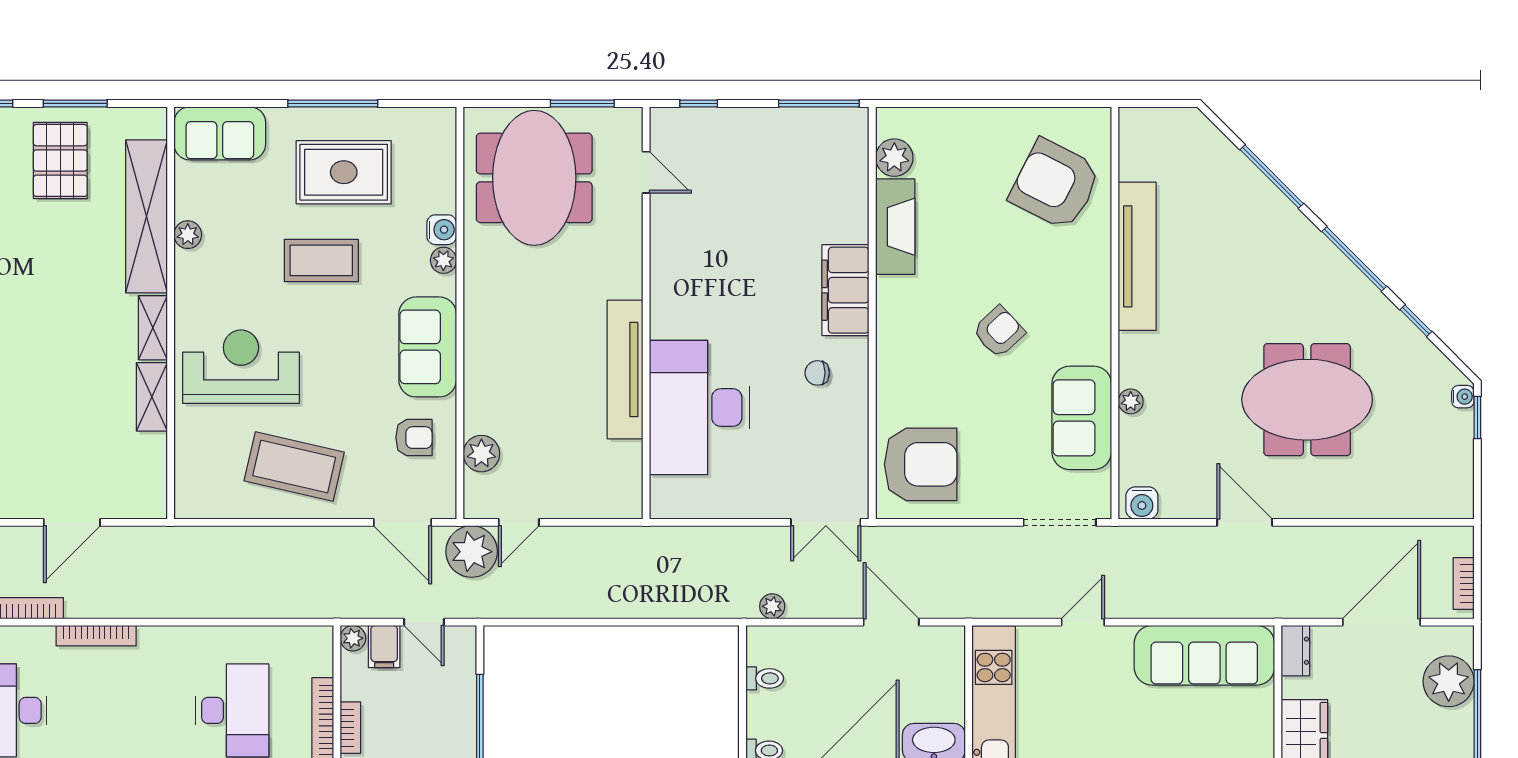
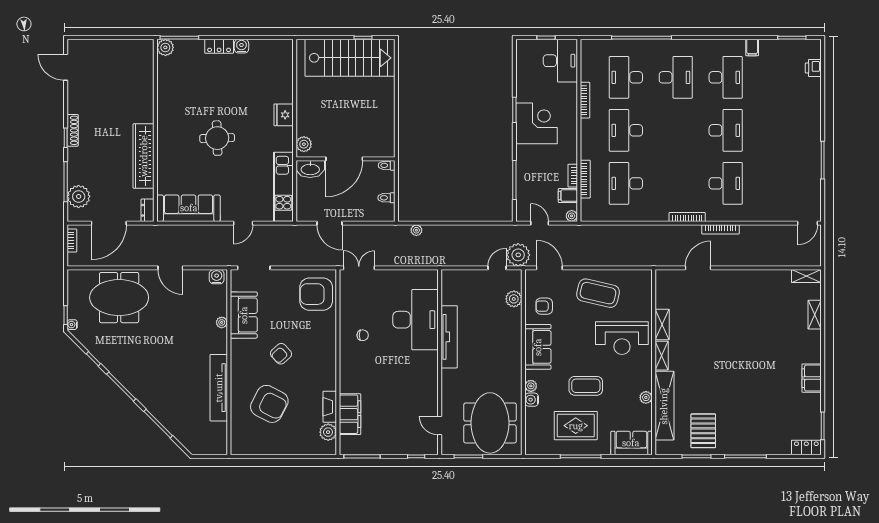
armchair: (1055, 184) -> (269, 404), moved
fireplace: (895, 227) -> (330, 407), width x0.73, depth x0.76
filing cabinet: (845, 290) -> (350, 414), moved
meeting table: (1307, 400) -> (119, 298), moved
plant: (772, 606) -> (416, 230), moved
filing cabinet: (384, 647) -> (568, 196), moved, turned -90

